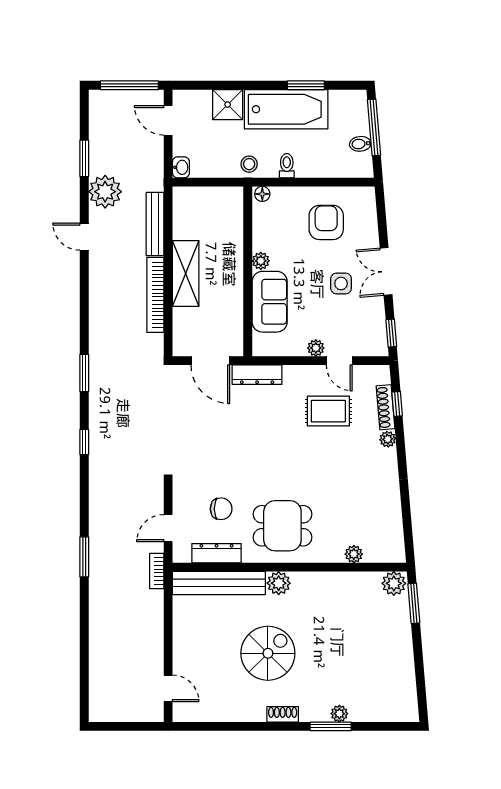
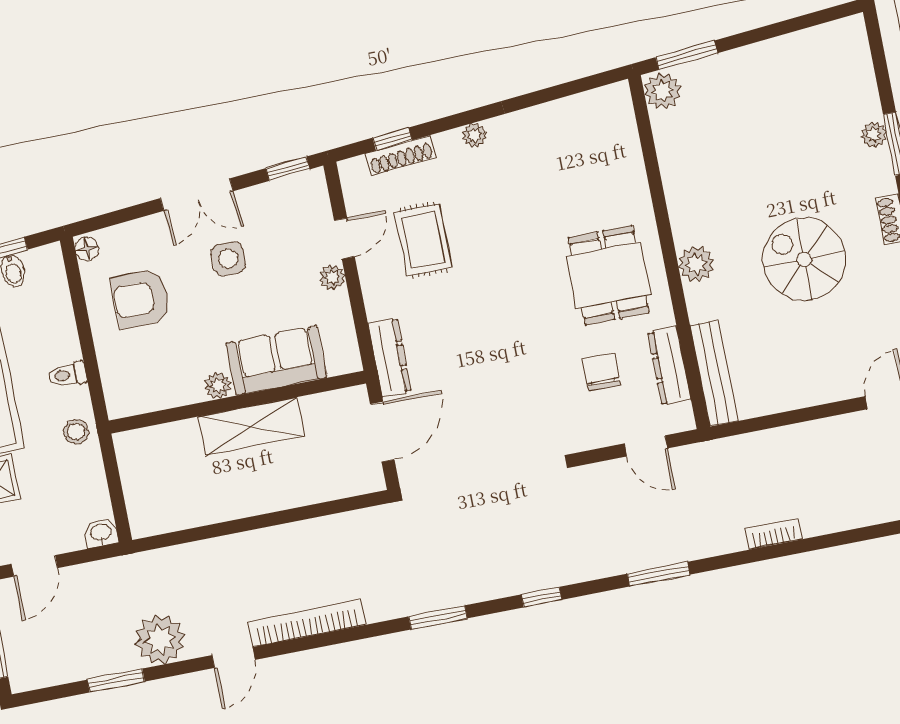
floor lamp: (262, 194) -> (87, 249), moved
bench: (155, 224) -> (194, 555), removed
shelving: (186, 274) -> (251, 427), moved
bookcase: (155, 295) -> (307, 623), moved, turned 180
plant: (388, 439) -> (474, 135), moved
plant: (354, 554) -> (630, 160), removed
window: (84, 557) -> (659, 574), moved
bookcase: (157, 571) -> (773, 534), moved, turned 180
bench: (219, 583) -> (714, 373), width x0.73, depth x0.82

